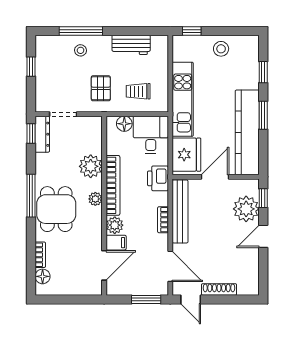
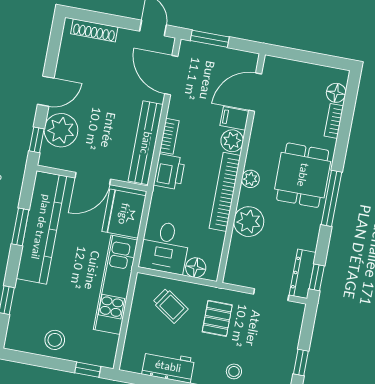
trolley: (138, 91) -> (170, 306), turned 34
window: (263, 115) -> (20, 227), moved
printer: (158, 178) -> (169, 172), moved
shoe rack: (219, 289) -> (94, 30), moved

